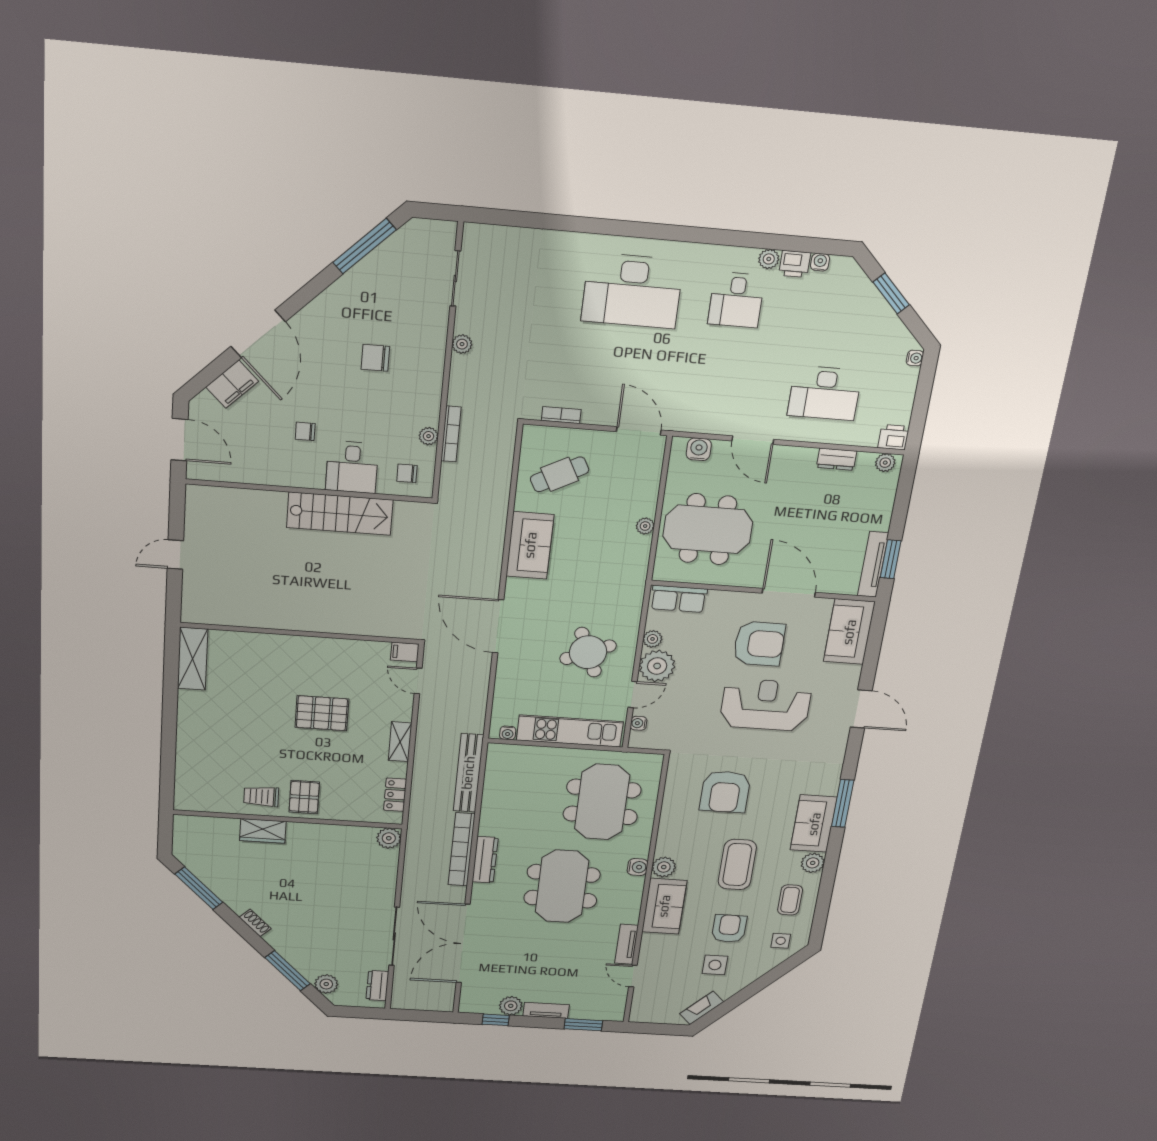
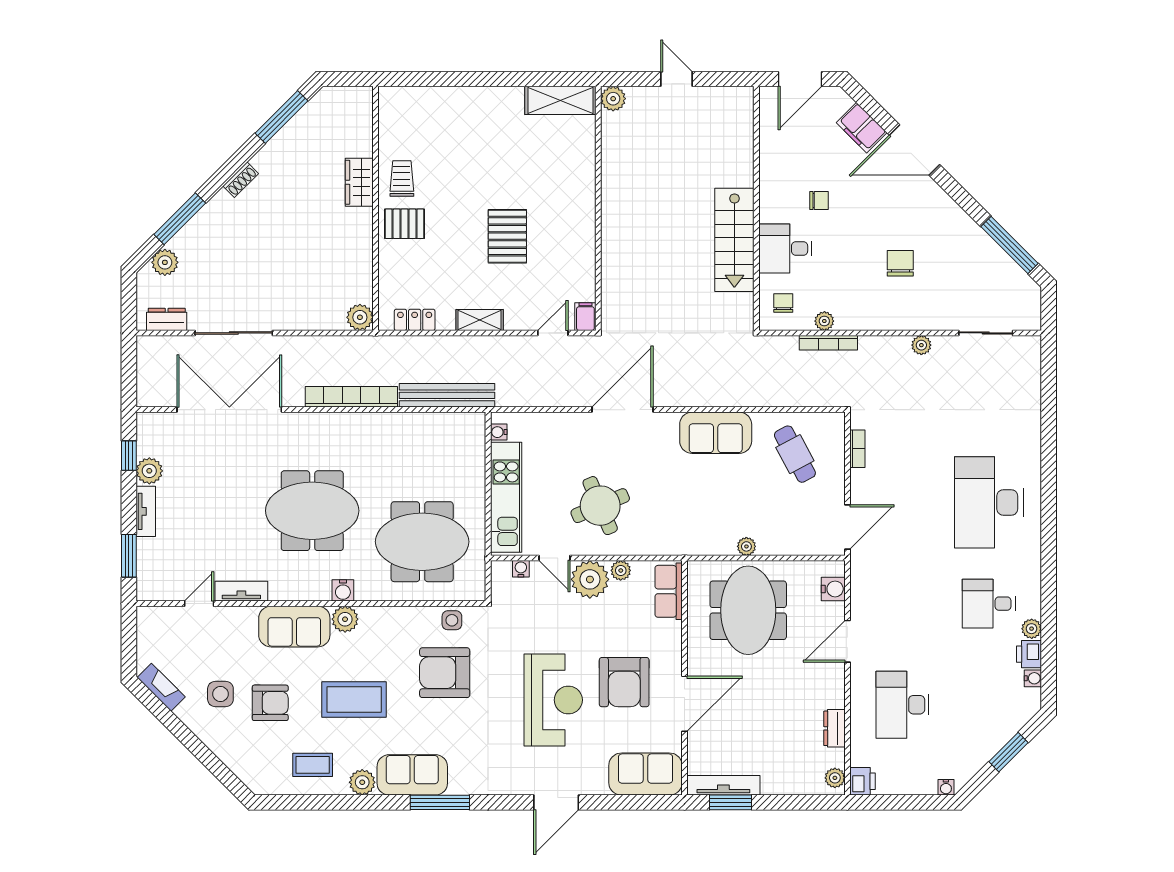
chair: (305, 431) -> (819, 200), turned 90
plant: (193, 613) -> (613, 99), added
dresser: (485, 860) -> (340, 423), removed
side table: (781, 941) -> (452, 620), moved

